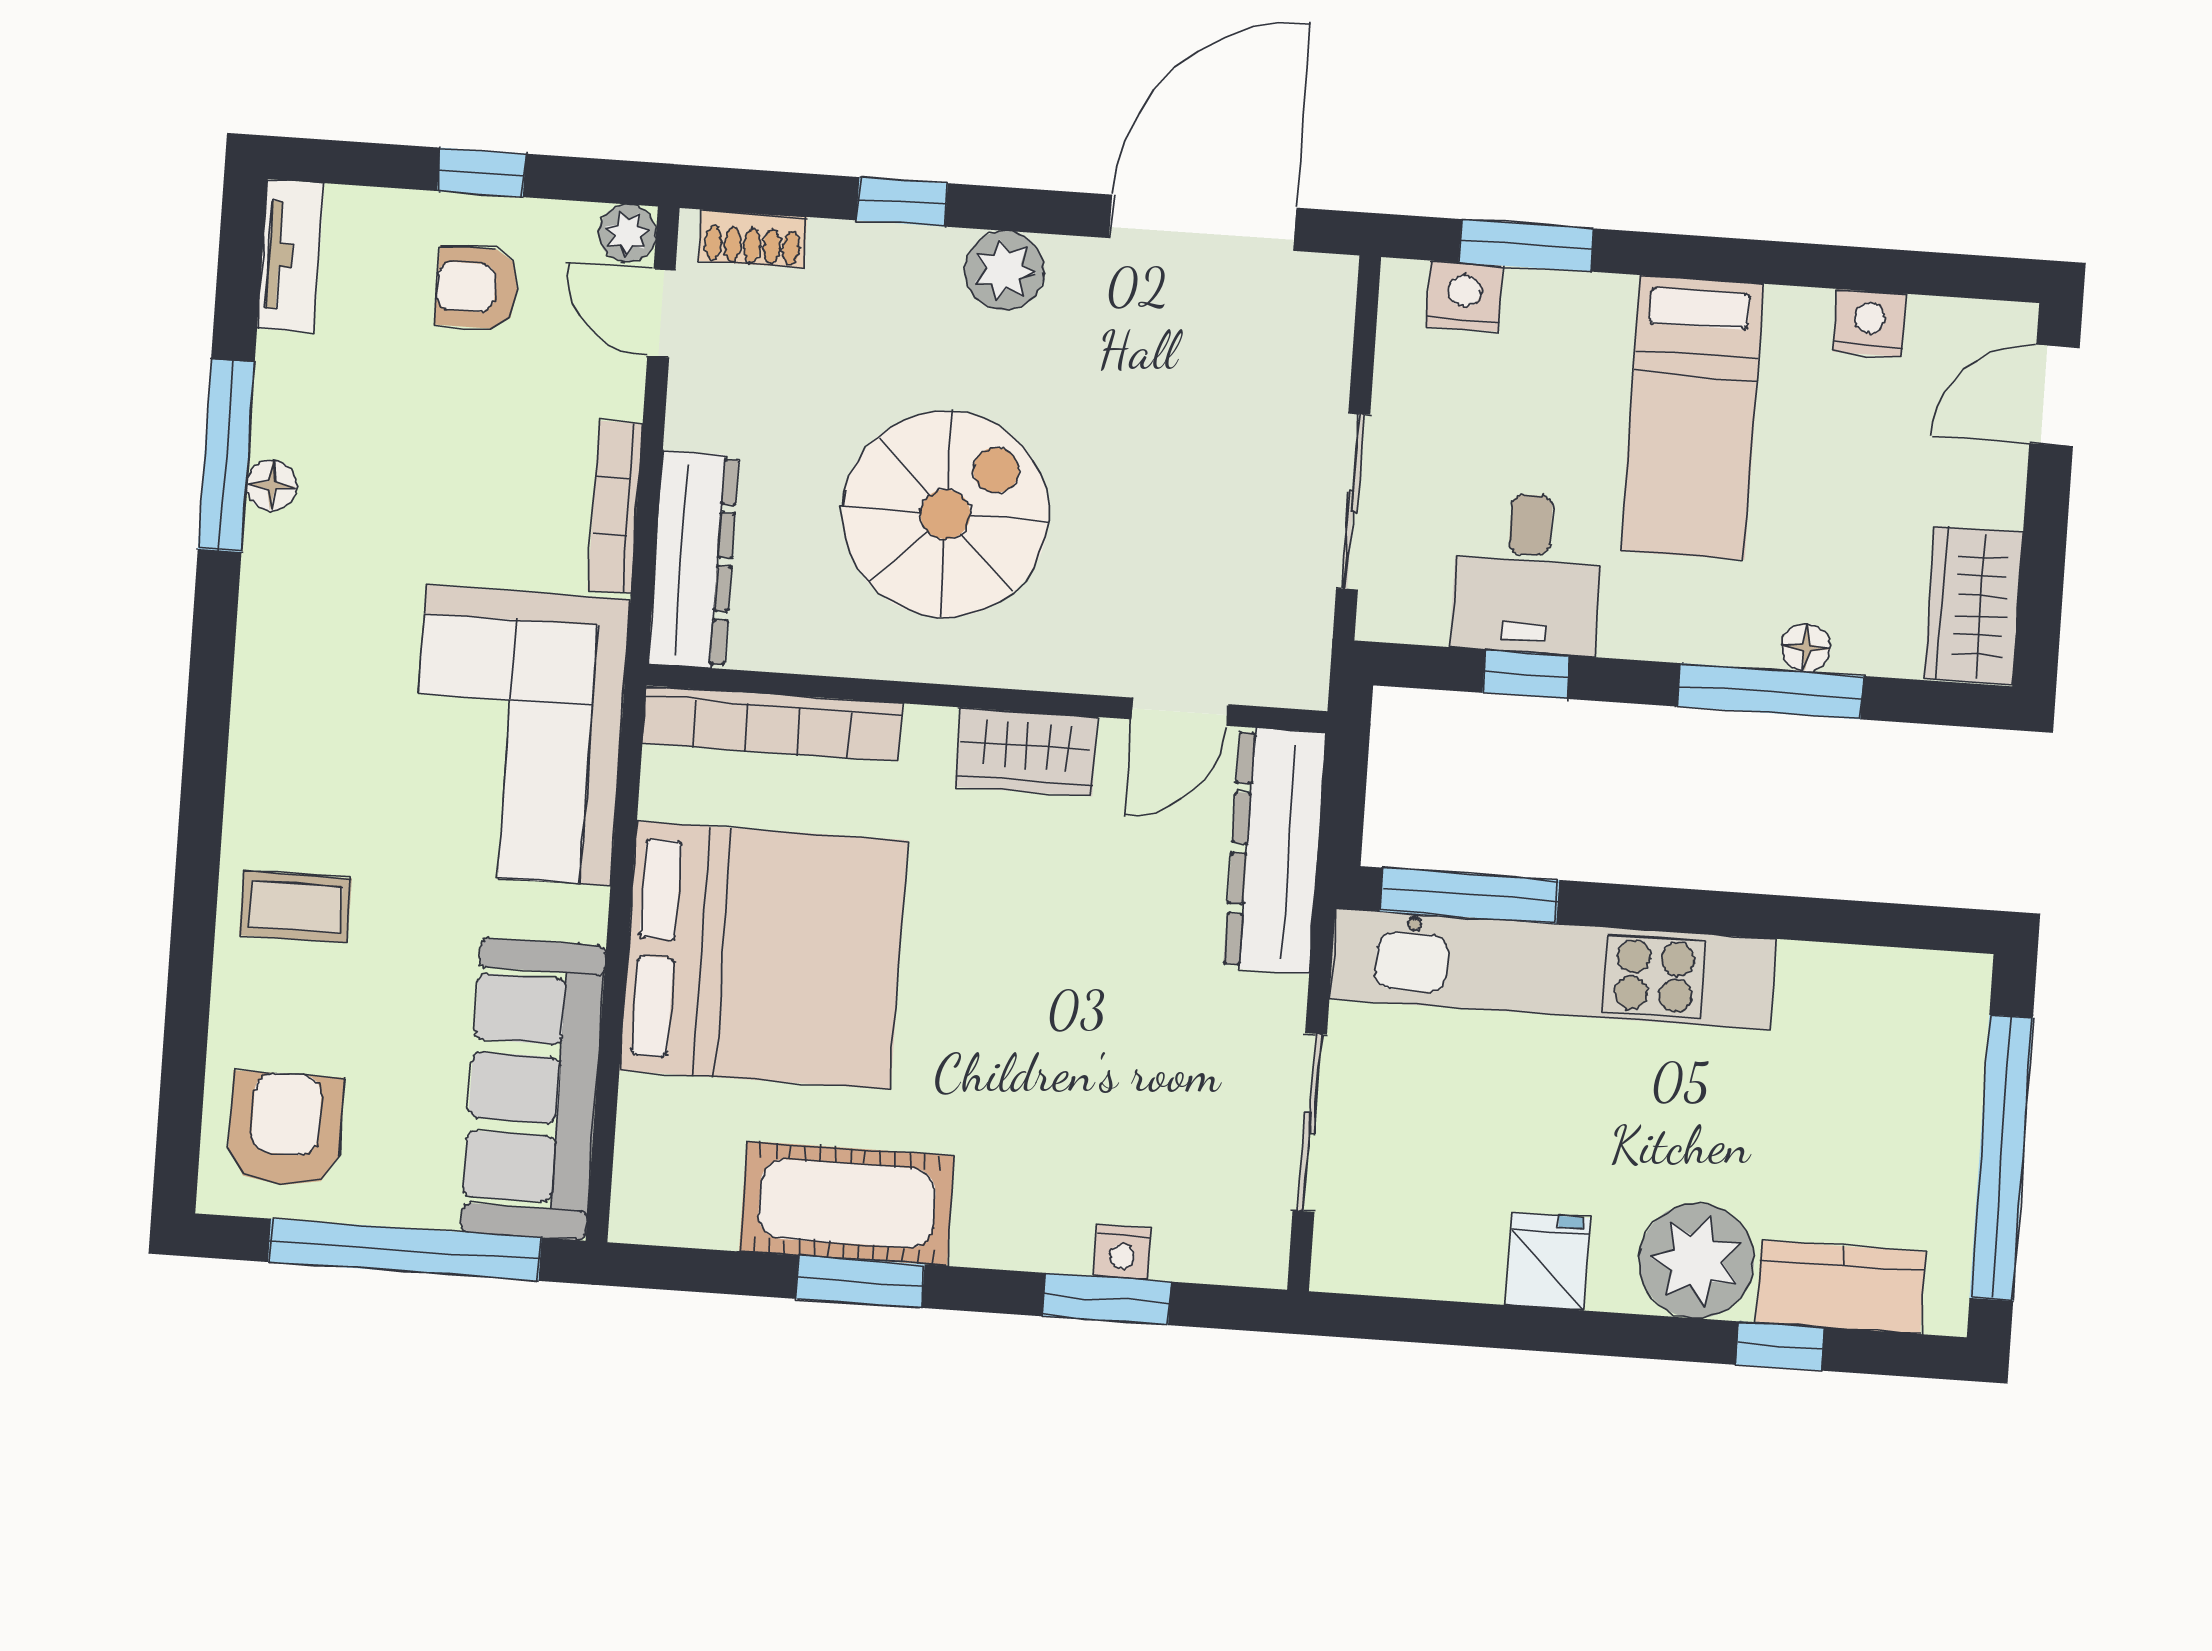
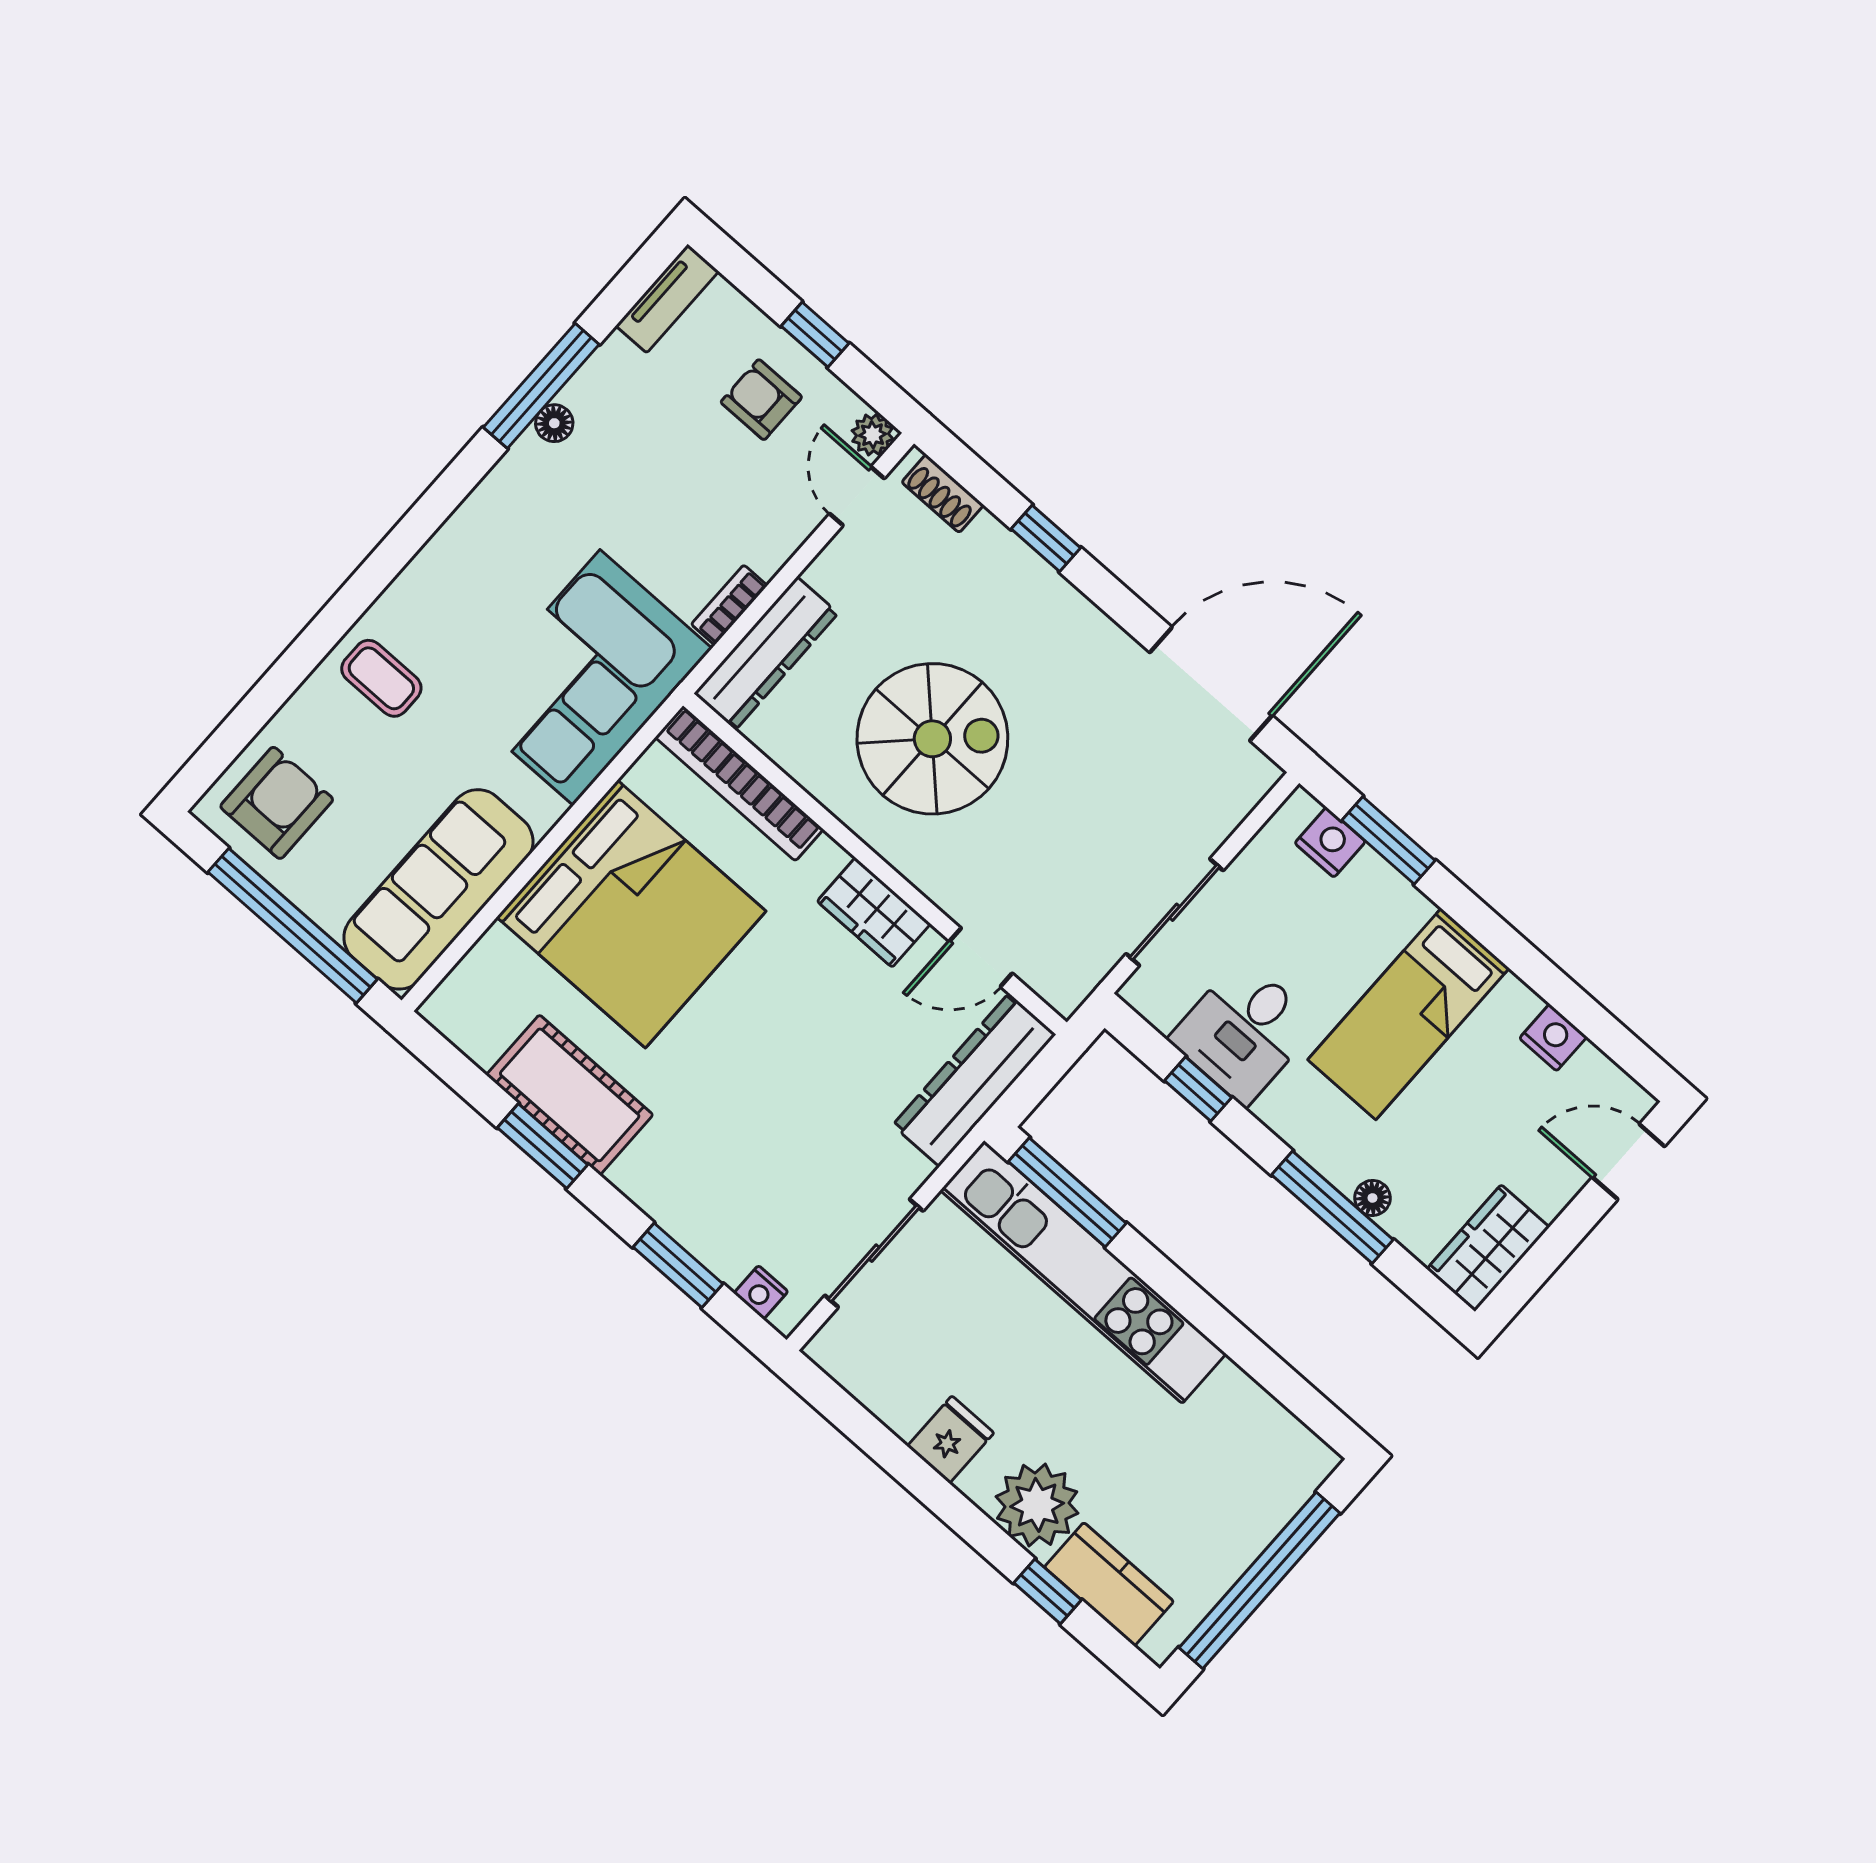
plant: (1004, 271) -> (1075, 624), removed
bookcase: (615, 507) -> (729, 605), width x0.64
nightstand: (1122, 1252) -> (761, 1292), moved

